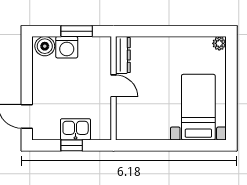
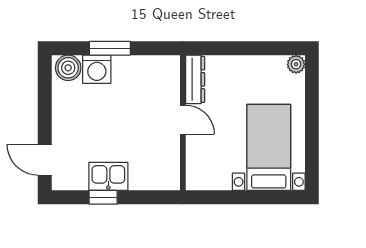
dresser: (123, 55) -> (195, 79), moved
door: (113, 86) -> (183, 120), moved
wall: (113, 88) -> (183, 123), moved

